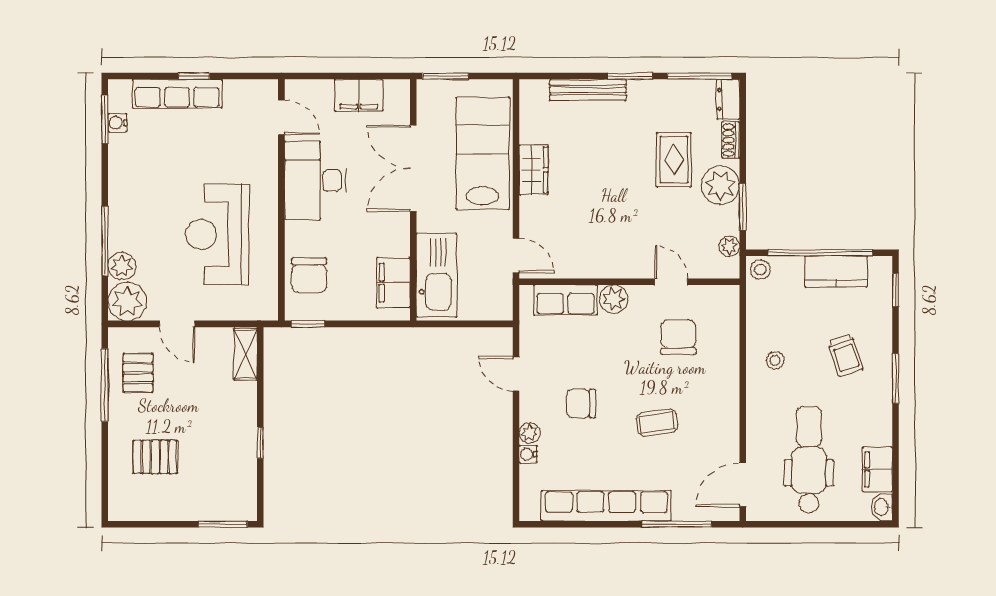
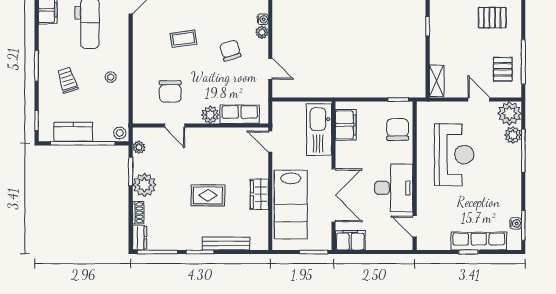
filing cabinet: (359, 95) -> (350, 240), moved
rug: (674, 160) -> (208, 195), moved, turned 90
chair: (581, 404) -> (230, 50), turned -107

